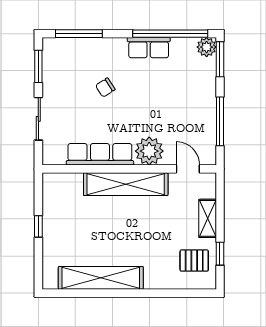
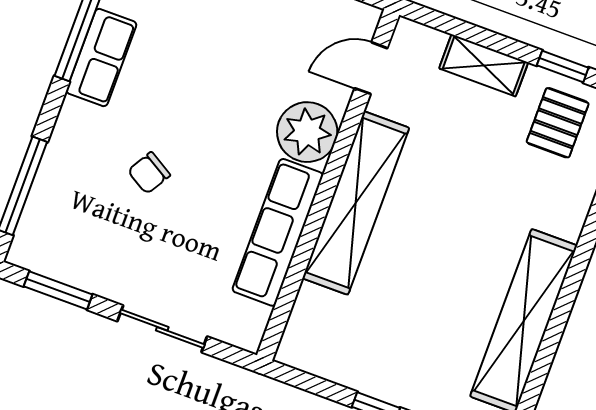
chair: (105, 88) -> (149, 173), turned 64

